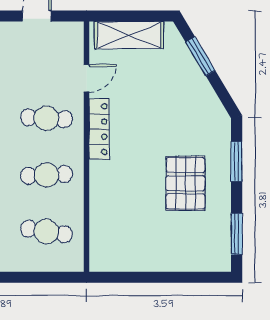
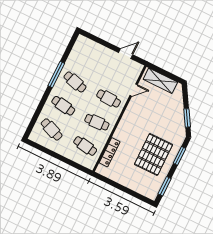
window: (200, 56) -> (187, 118), moved
locker: (99, 129) -> (110, 152), moved
pallet: (185, 183) -> (153, 154), width x1.37, depth x1.41

